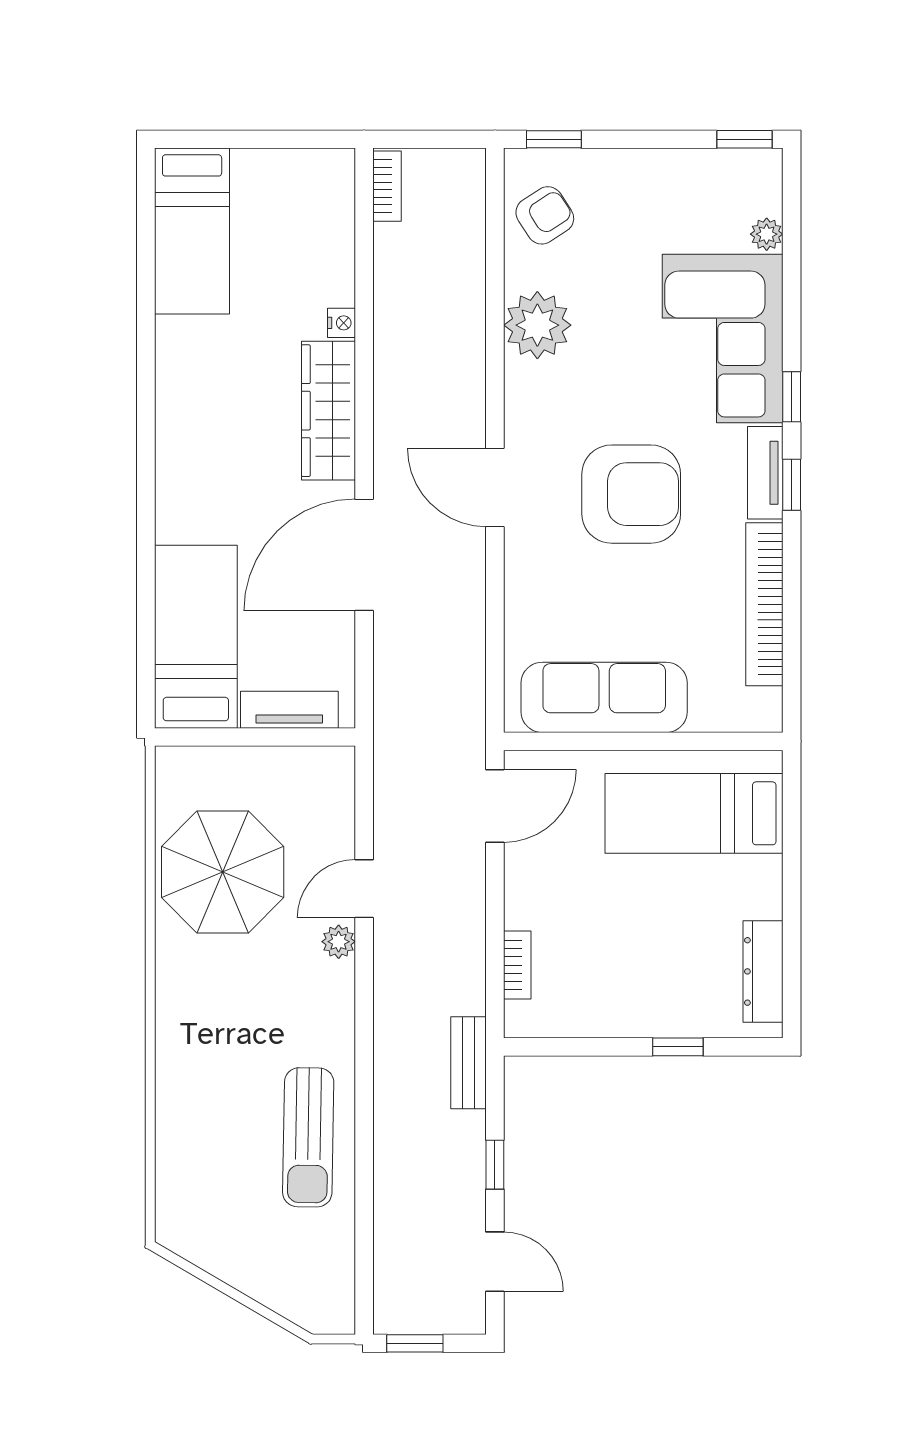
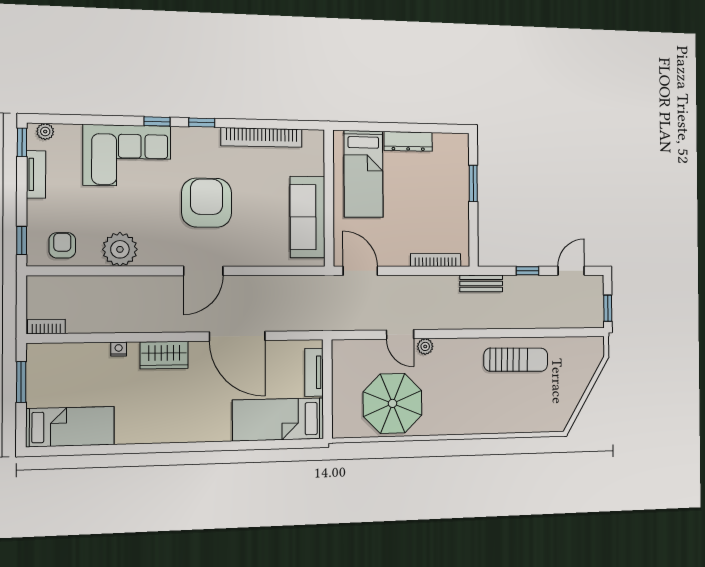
window: (281, 139) -> (21, 382), added
armchair: (545, 215) -> (62, 245), turned 33
plant: (767, 234) -> (45, 132), moved
wardrobe: (328, 411) -> (164, 355), width x0.67
tv unit: (765, 473) -> (36, 174), moved, turned -90
bookcase: (517, 965) -> (436, 260), width x1.56
dresser: (763, 971) -> (408, 141), moved
window: (678, 1047) -> (473, 183), width x1.50

